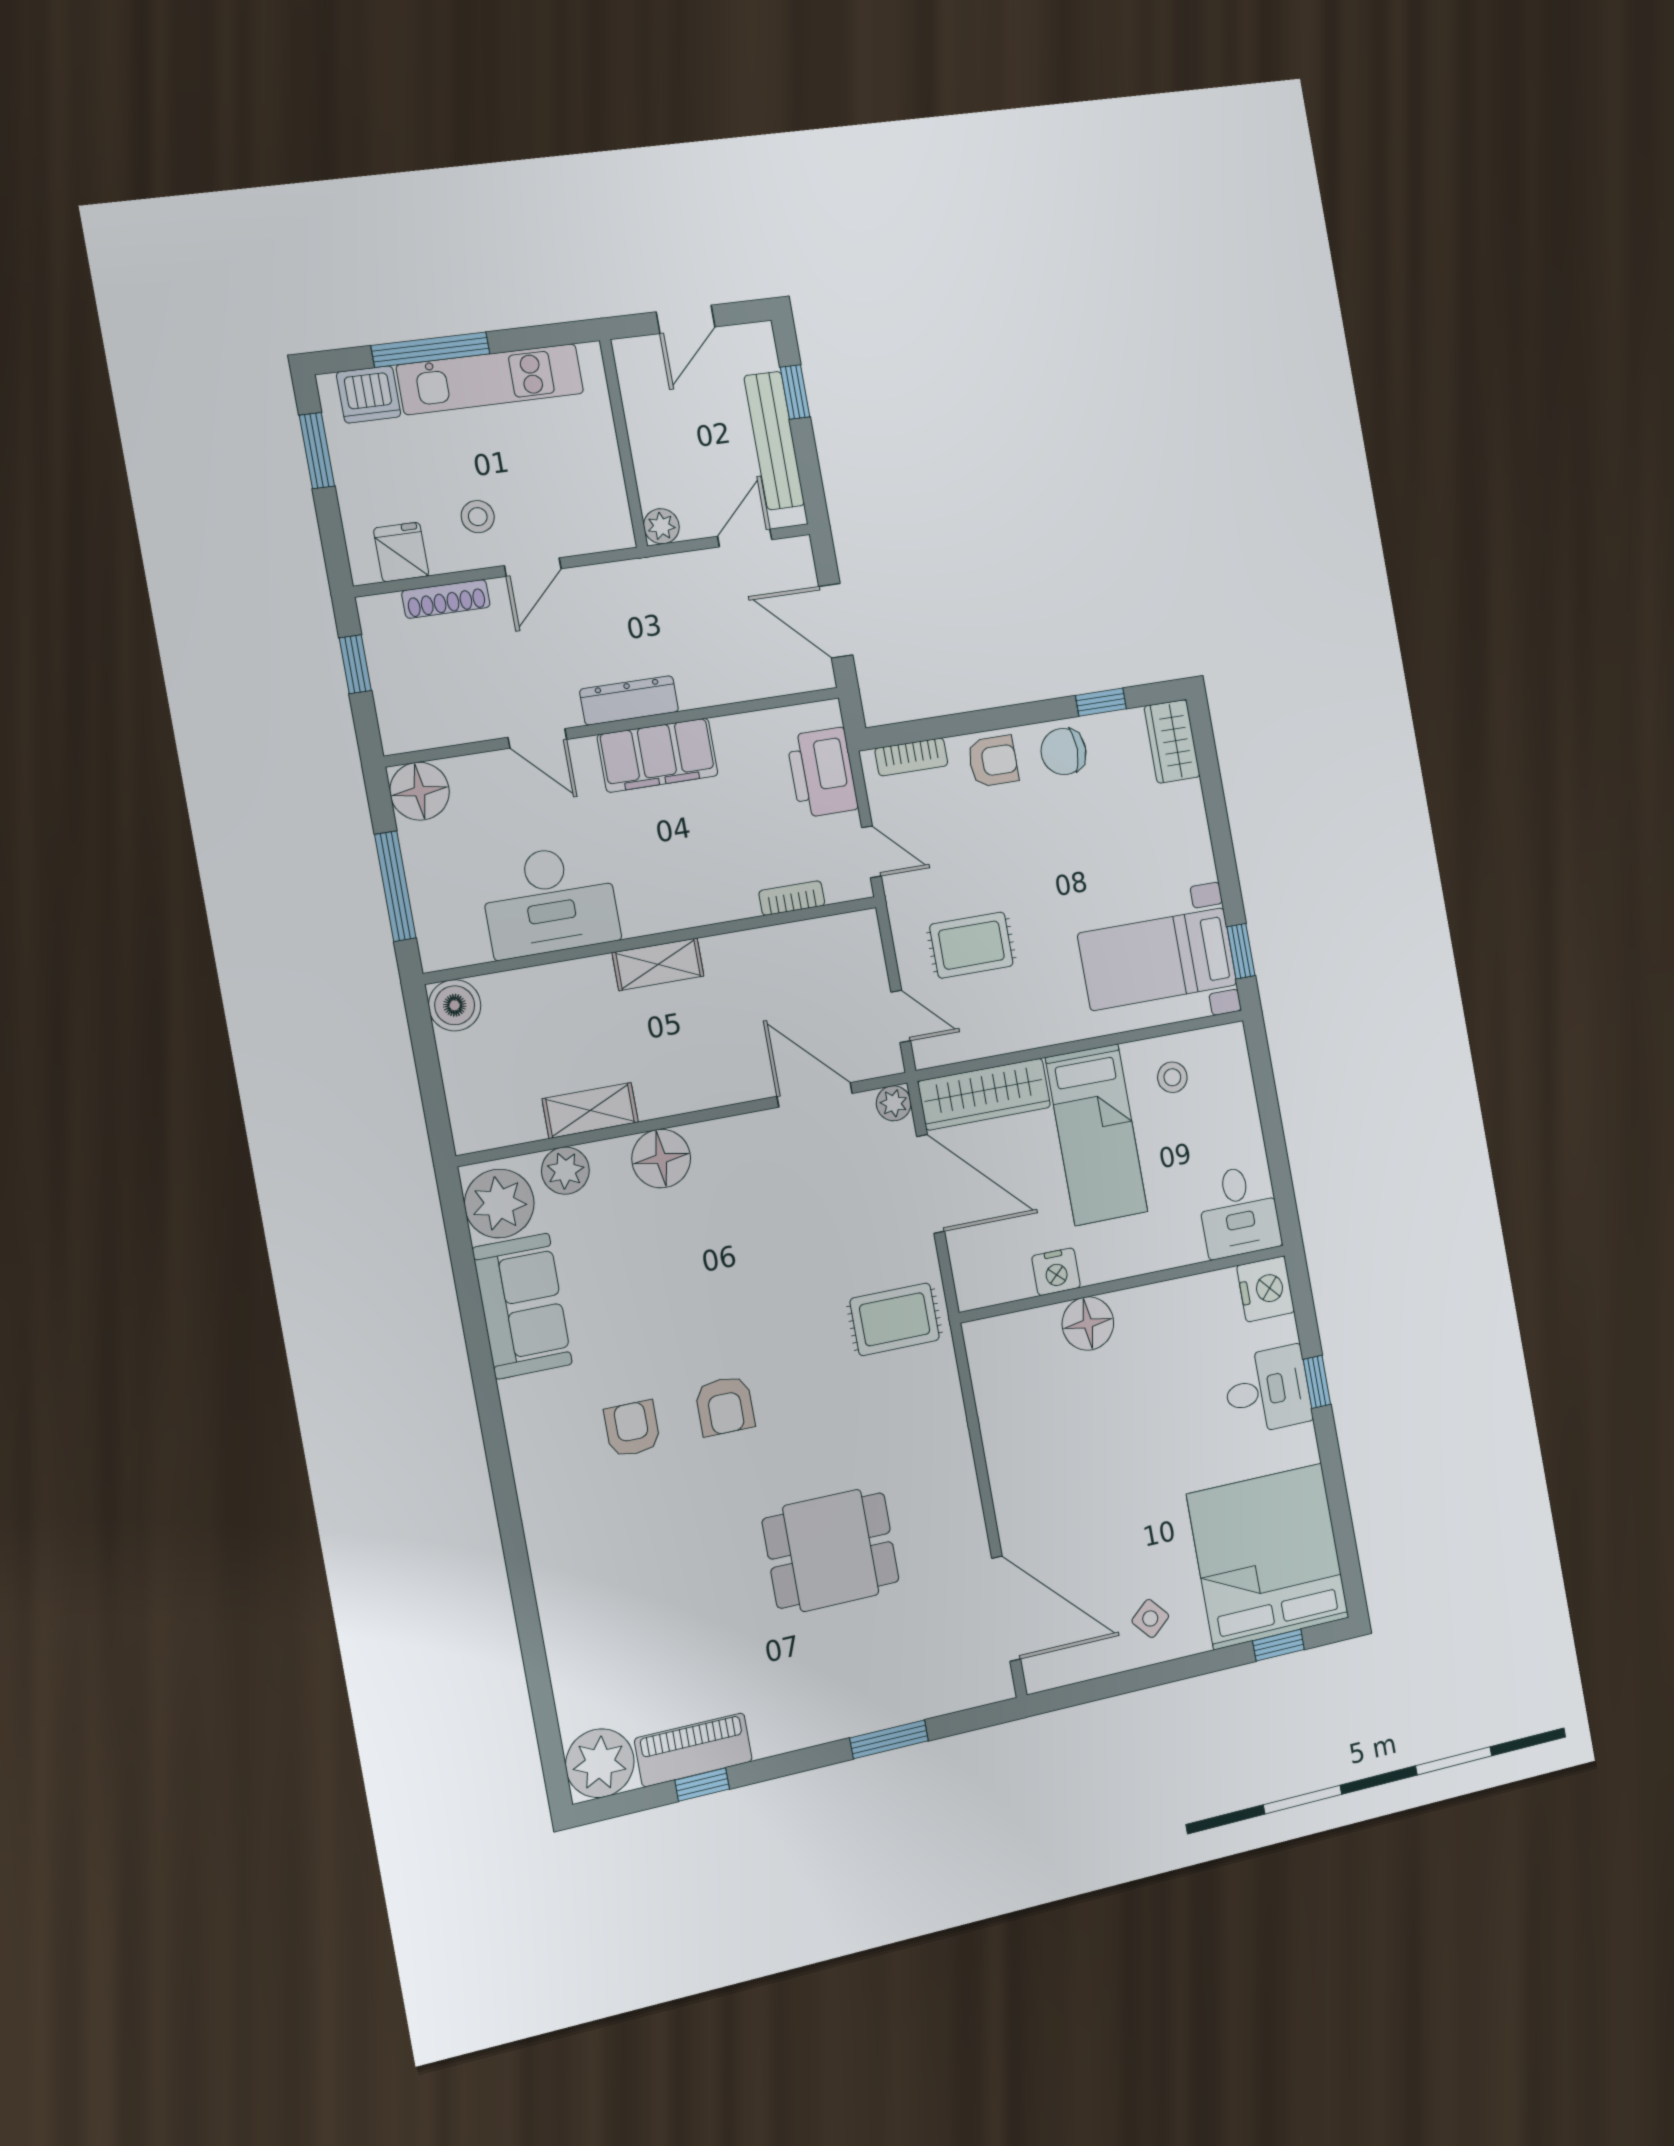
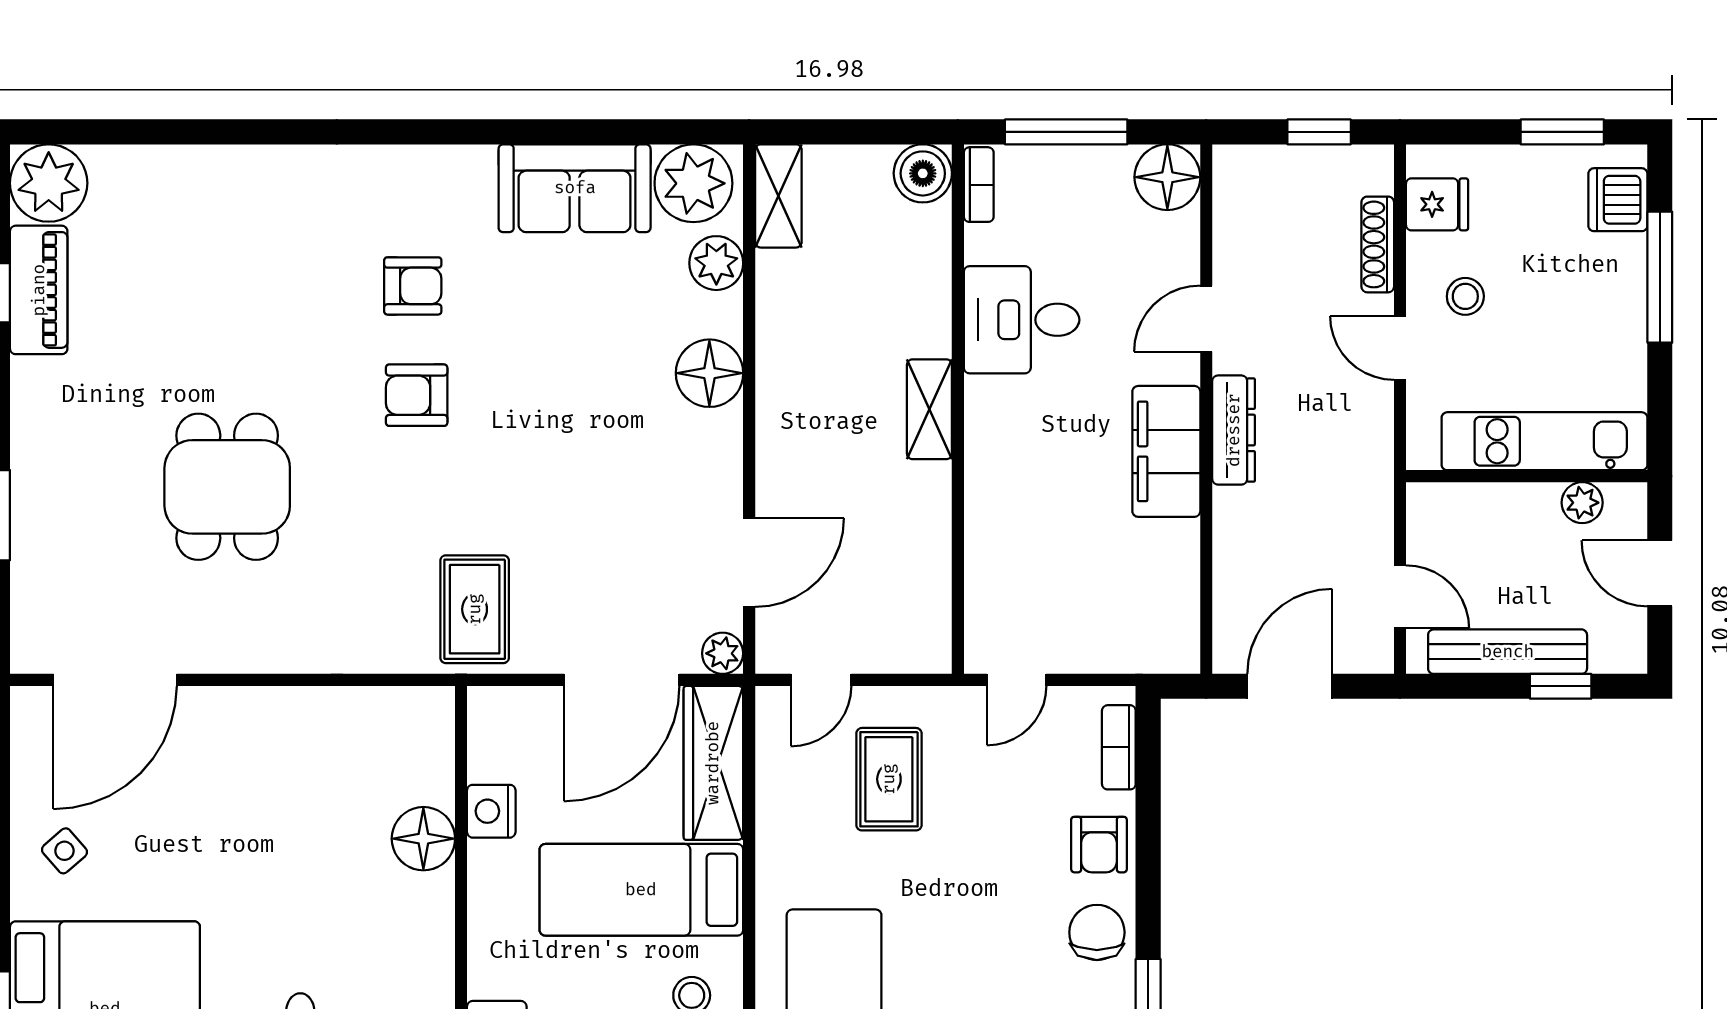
kitchen unit: (490, 379) -> (1544, 441), moved, turned 90
plant: (661, 526) -> (1582, 503), moved
printer: (822, 772) -> (1117, 639), removed
bookcase: (792, 898) -> (979, 185), moved
desk: (550, 901) -> (1022, 320), width x0.73
shelving: (590, 1110) -> (778, 196), moved

